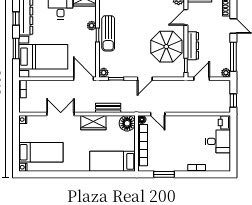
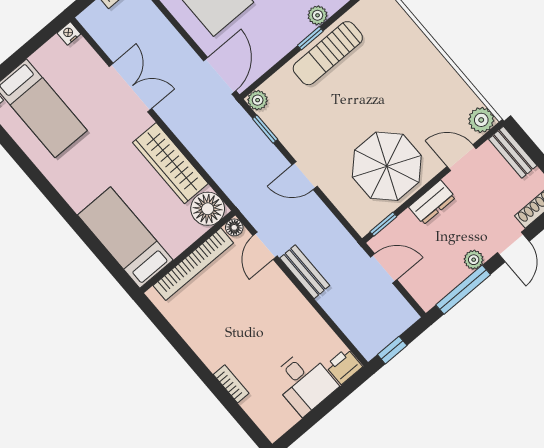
dresser: (193, 46) -> (432, 202), width x0.70
plant: (226, 73) -> (474, 260), moved
bench: (108, 108) -> (305, 272), moved
wardrobe: (93, 123) -> (170, 163), width x1.50
window: (164, 174) -> (175, 340), removed

